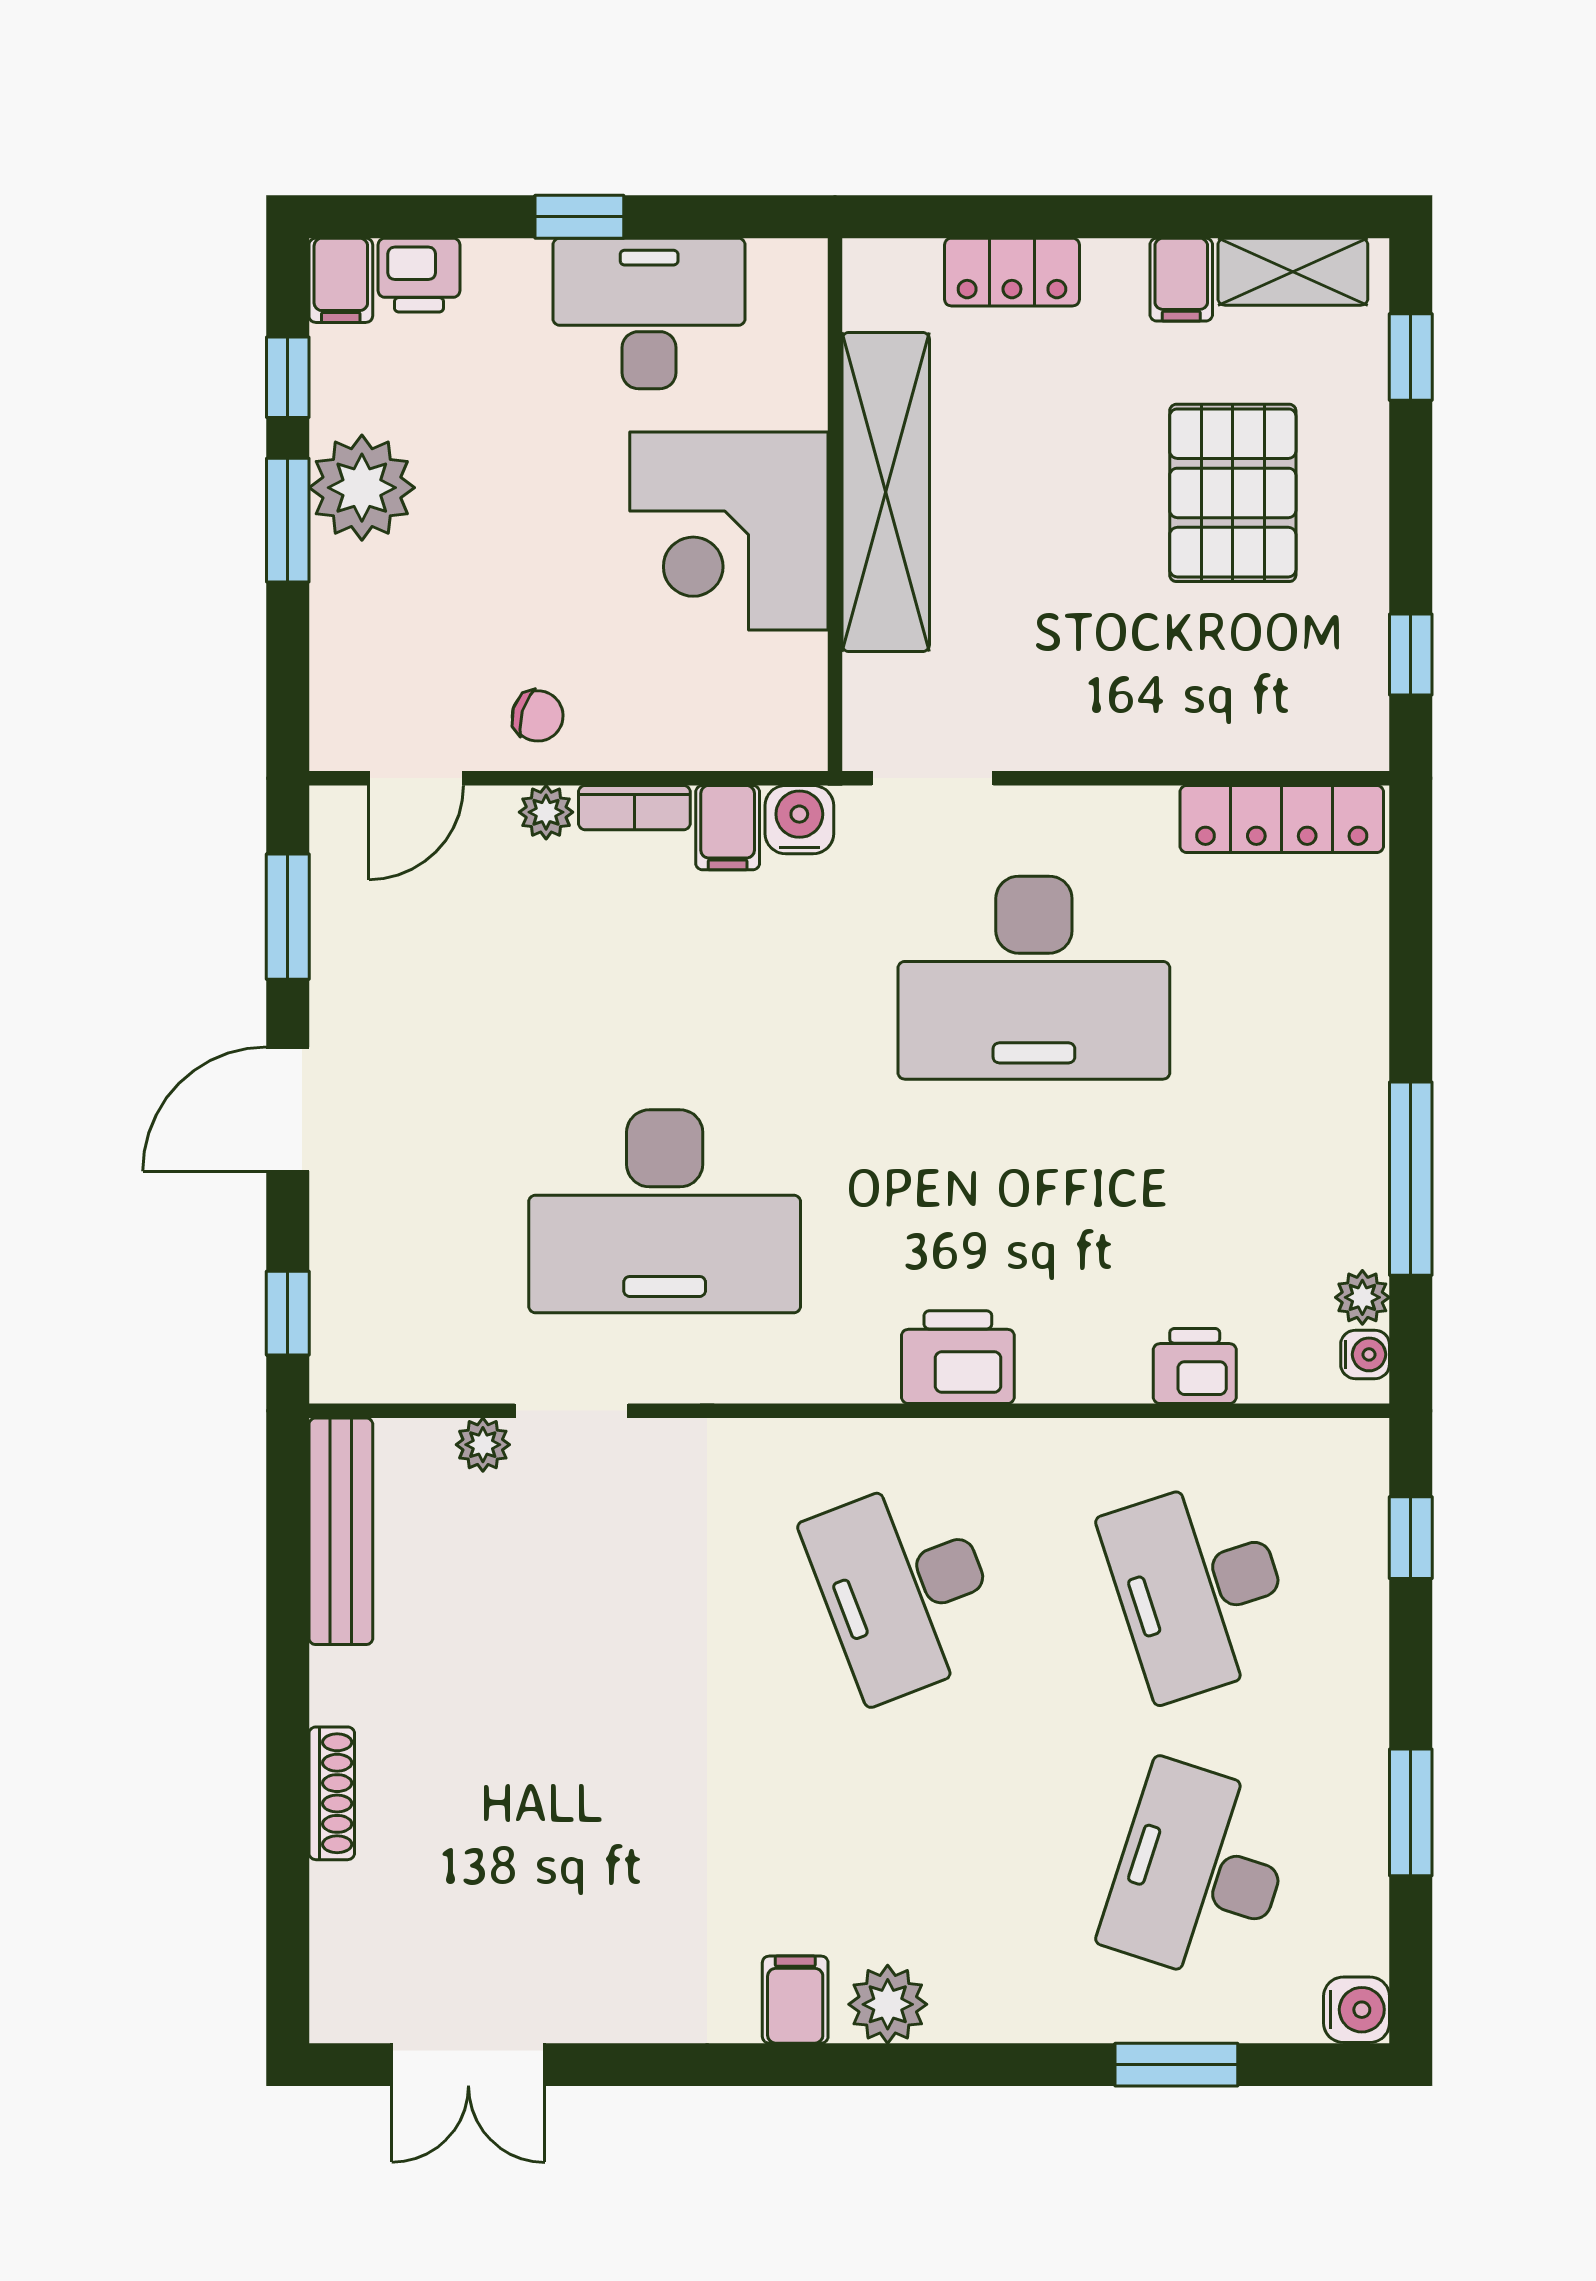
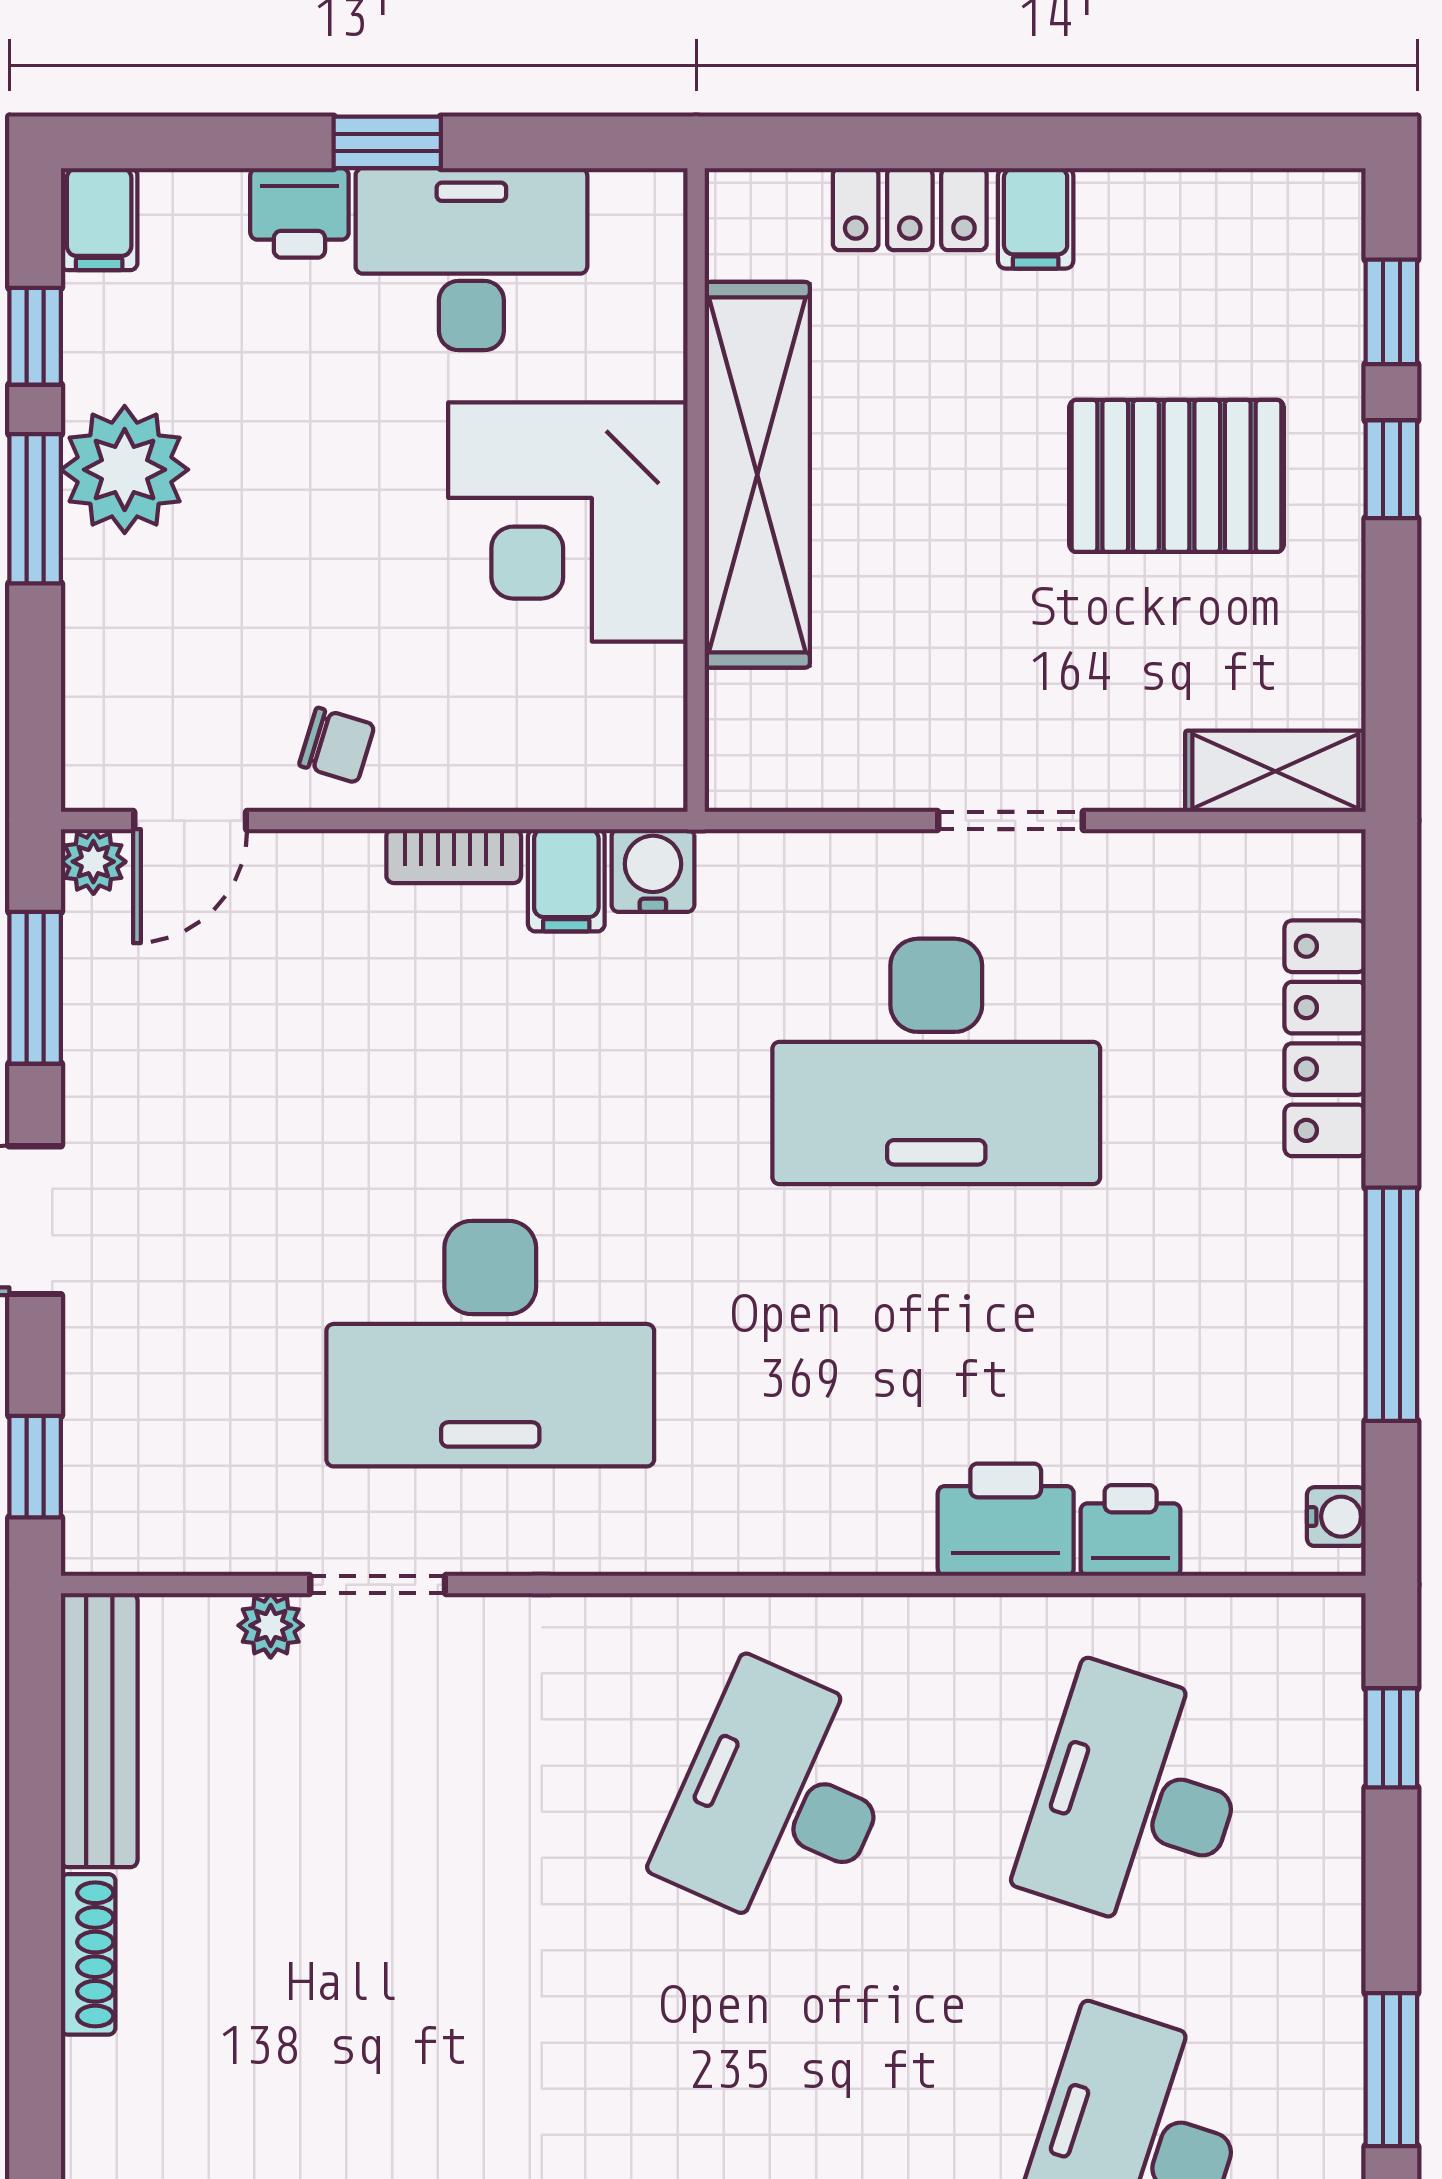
shelving: (1293, 272) -> (1275, 771), moved
printer: (419, 275) -> (299, 213), moved
filing cabinet: (1181, 280) -> (1036, 218), moved
pallet: (1233, 493) -> (1177, 476), turned 90
window: (1411, 655) -> (1391, 469), moved
doorway: (933, 778) -> (1011, 821), moved
plant: (546, 812) -> (93, 862), moved
locker: (1282, 819) -> (1325, 1038), moved, turned 90
plant: (1362, 1297) -> (1333, 1448), removed
printer: (958, 1357) -> (1006, 1520), moved
desk: (904, 1589) -> (780, 1799), turned 45
desk: (1199, 1589) -> (1136, 1799), turned 36
shoe rack: (332, 1793) -> (88, 1954), moved

